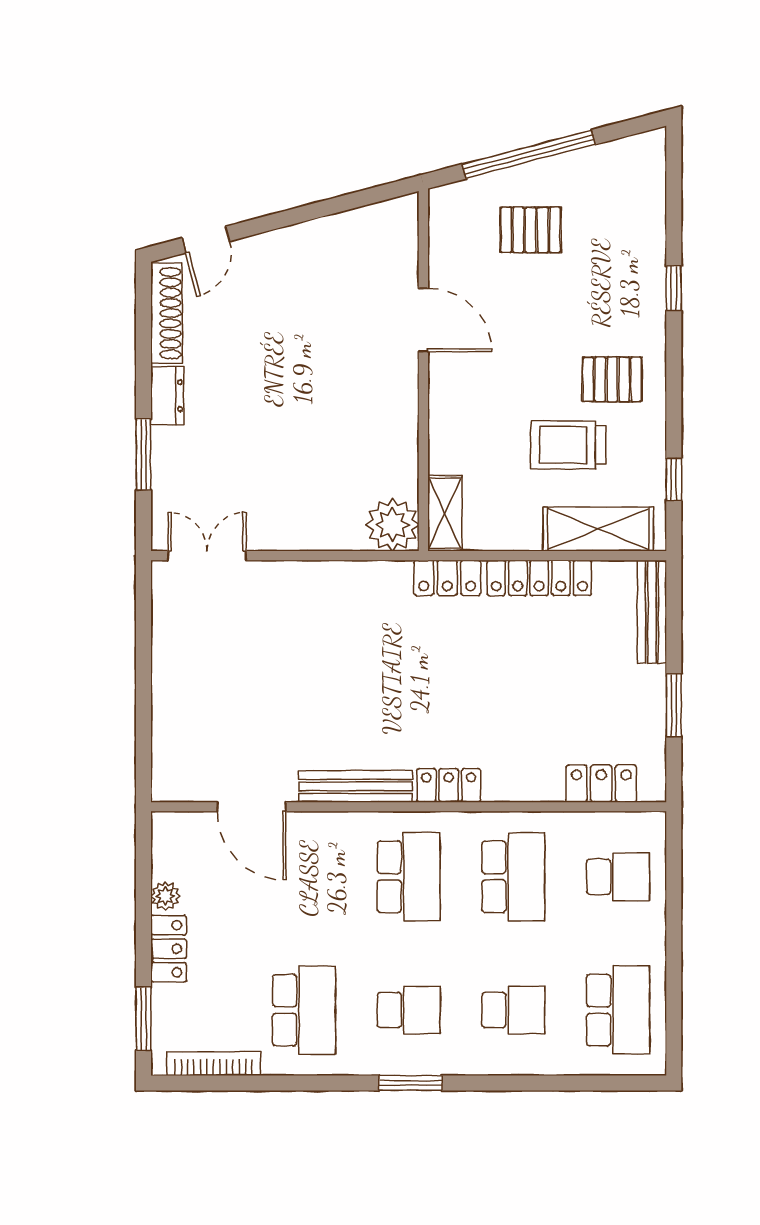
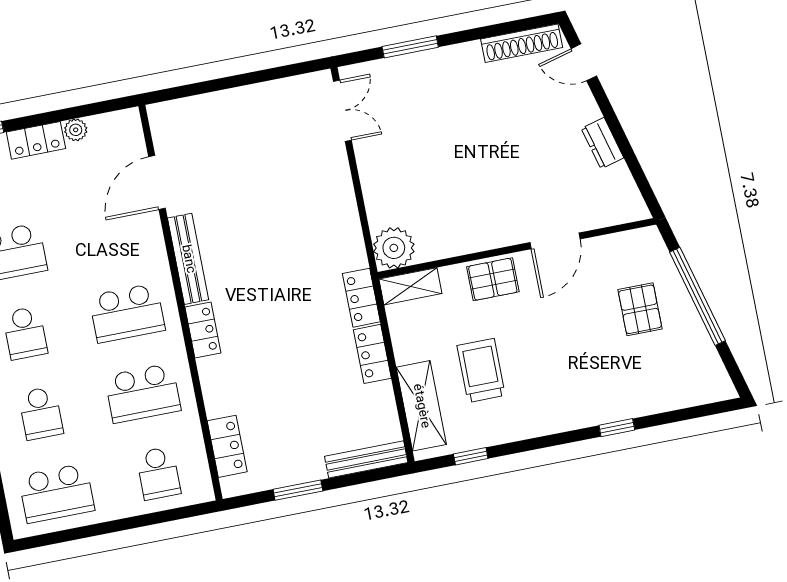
pallet: (612, 379) -> (493, 279), moved, turned 90
dresser: (167, 396) -> (602, 143), moved, turned 75
locker: (539, 578) -> (372, 354), width x0.66

